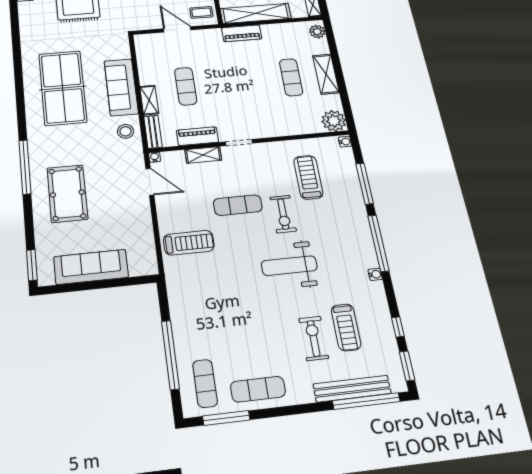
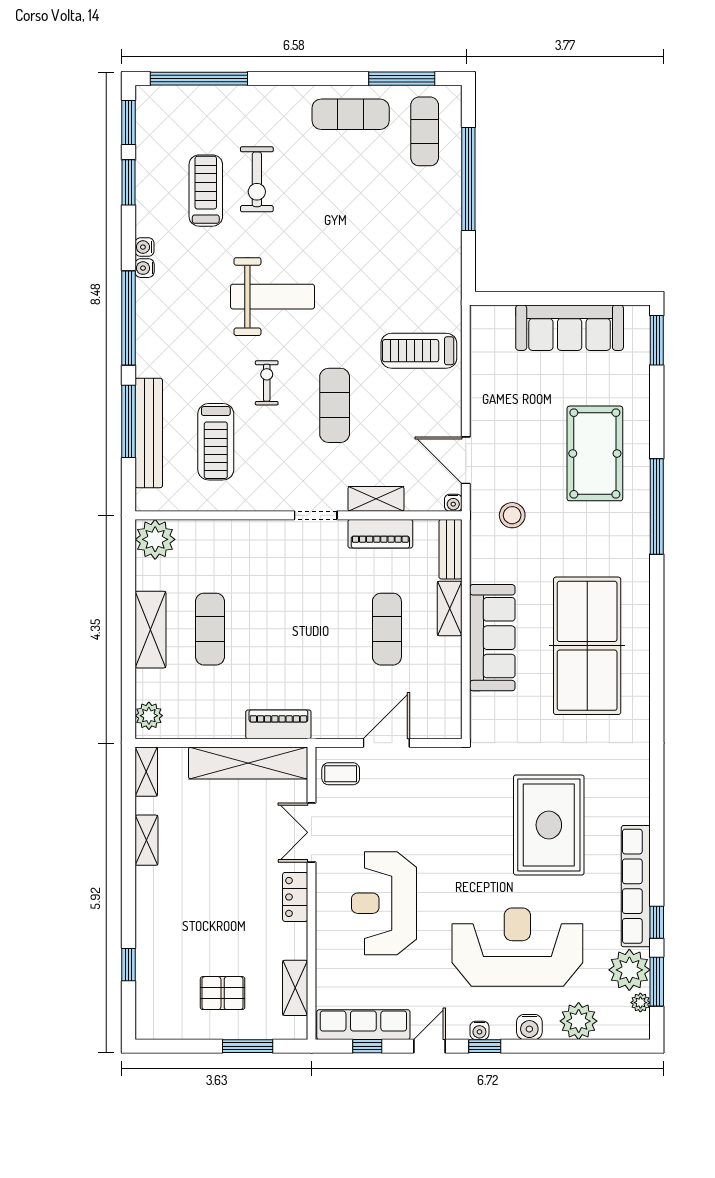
door: (177, 29) -> (386, 743), swing flipped
stool: (126, 131) -> (512, 515), moved
water cooler: (345, 142) -> (144, 247), moved
exercise mat: (238, 205) -> (335, 405), turned 90
exercise bike: (283, 214) -> (267, 383), width x0.73, depth x0.72
window: (398, 327) -> (128, 182), width x1.50
bench: (352, 389) -> (149, 433), moved, turned 90

